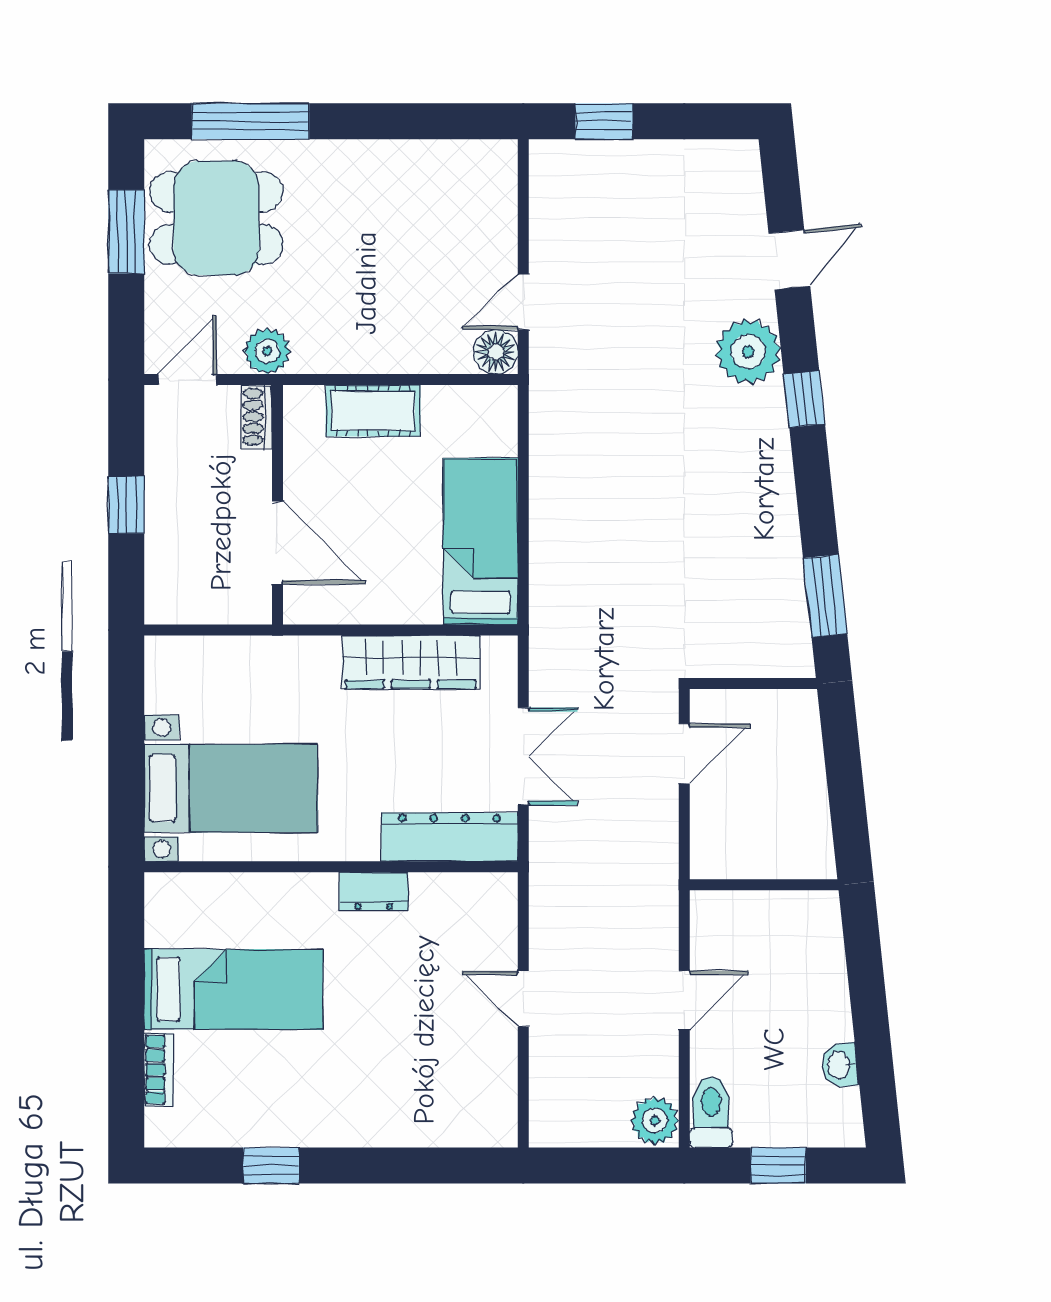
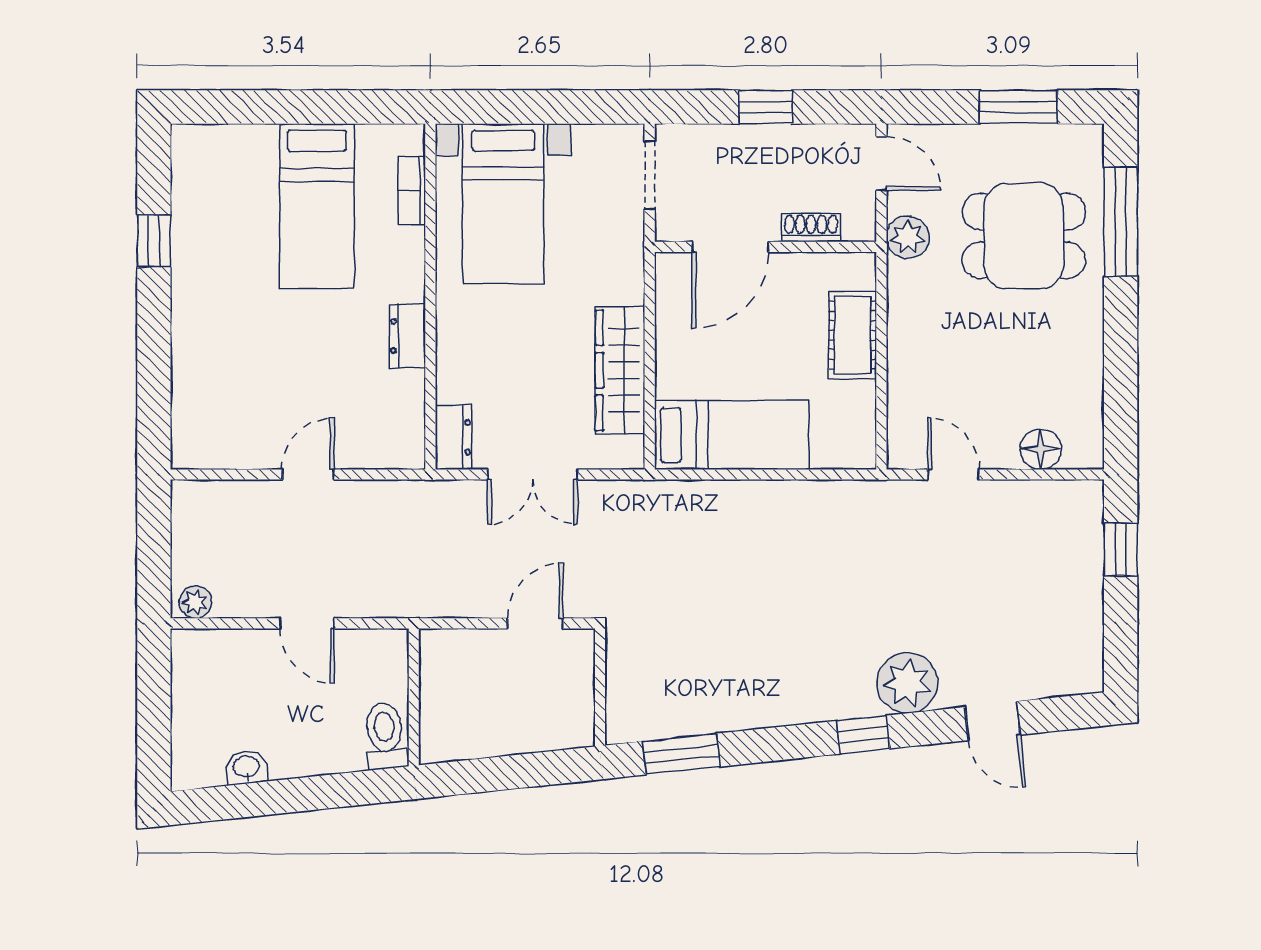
dining table: (216, 218) -> (1024, 236), moved, turned 90
floor lamp: (496, 352) -> (1041, 449), moved
shoe rack: (257, 417) -> (811, 228), moved
doorway: (200, 630) -> (650, 175), added
door: (684, 754) -> (535, 623), swing flipped
dresser: (450, 837) -> (453, 437), width x0.51, depth x0.80
bookcase: (159, 1070) -> (412, 191), moved, turned 90
toilet: (711, 1112) -> (385, 736), moved, turned -96
plant: (655, 1121) -> (195, 602), width x0.73, depth x0.73
window: (778, 1165) -> (154, 711), removed

